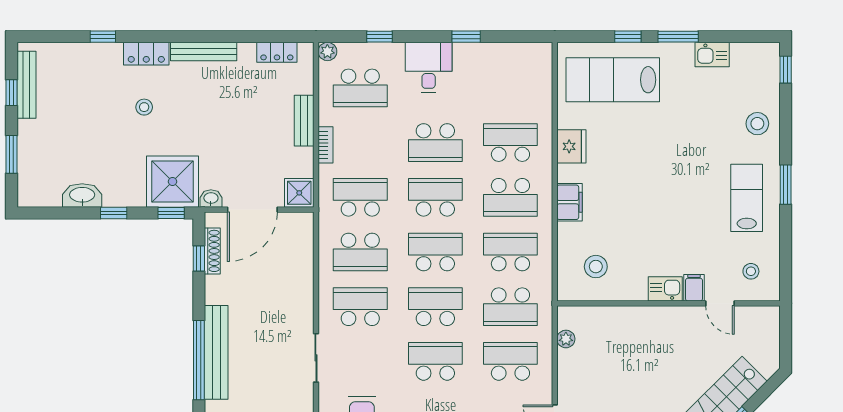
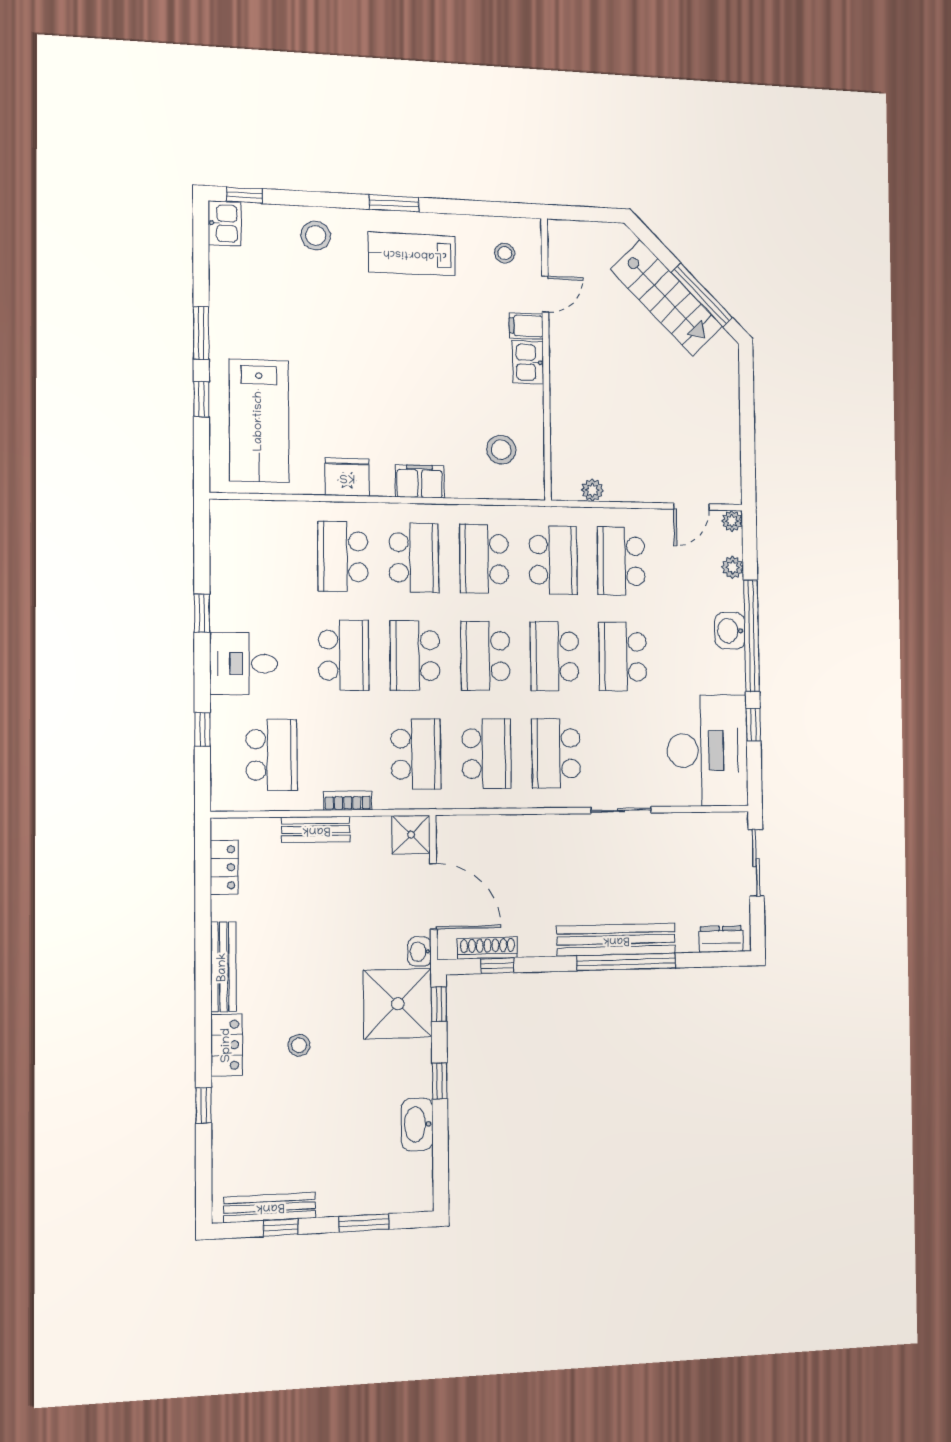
plant: (327, 51) -> (223, 799), removed
kitchen sink: (712, 55) -> (225, 223), moved
school desk: (360, 197) -> (416, 754), turned 180

